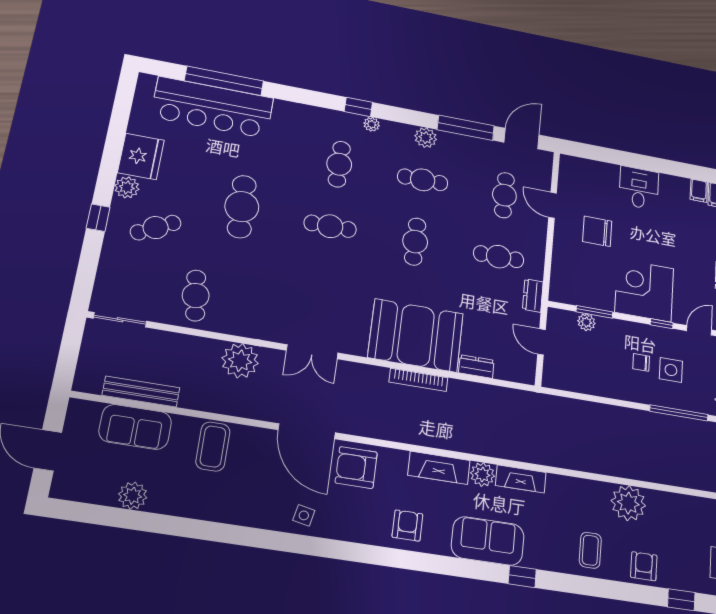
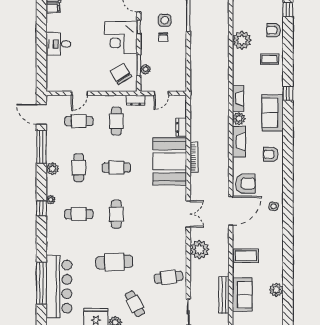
chair: (597, 231) -> (121, 74), moved, turned 149
armchair: (356, 468) -> (245, 184), turned -90

